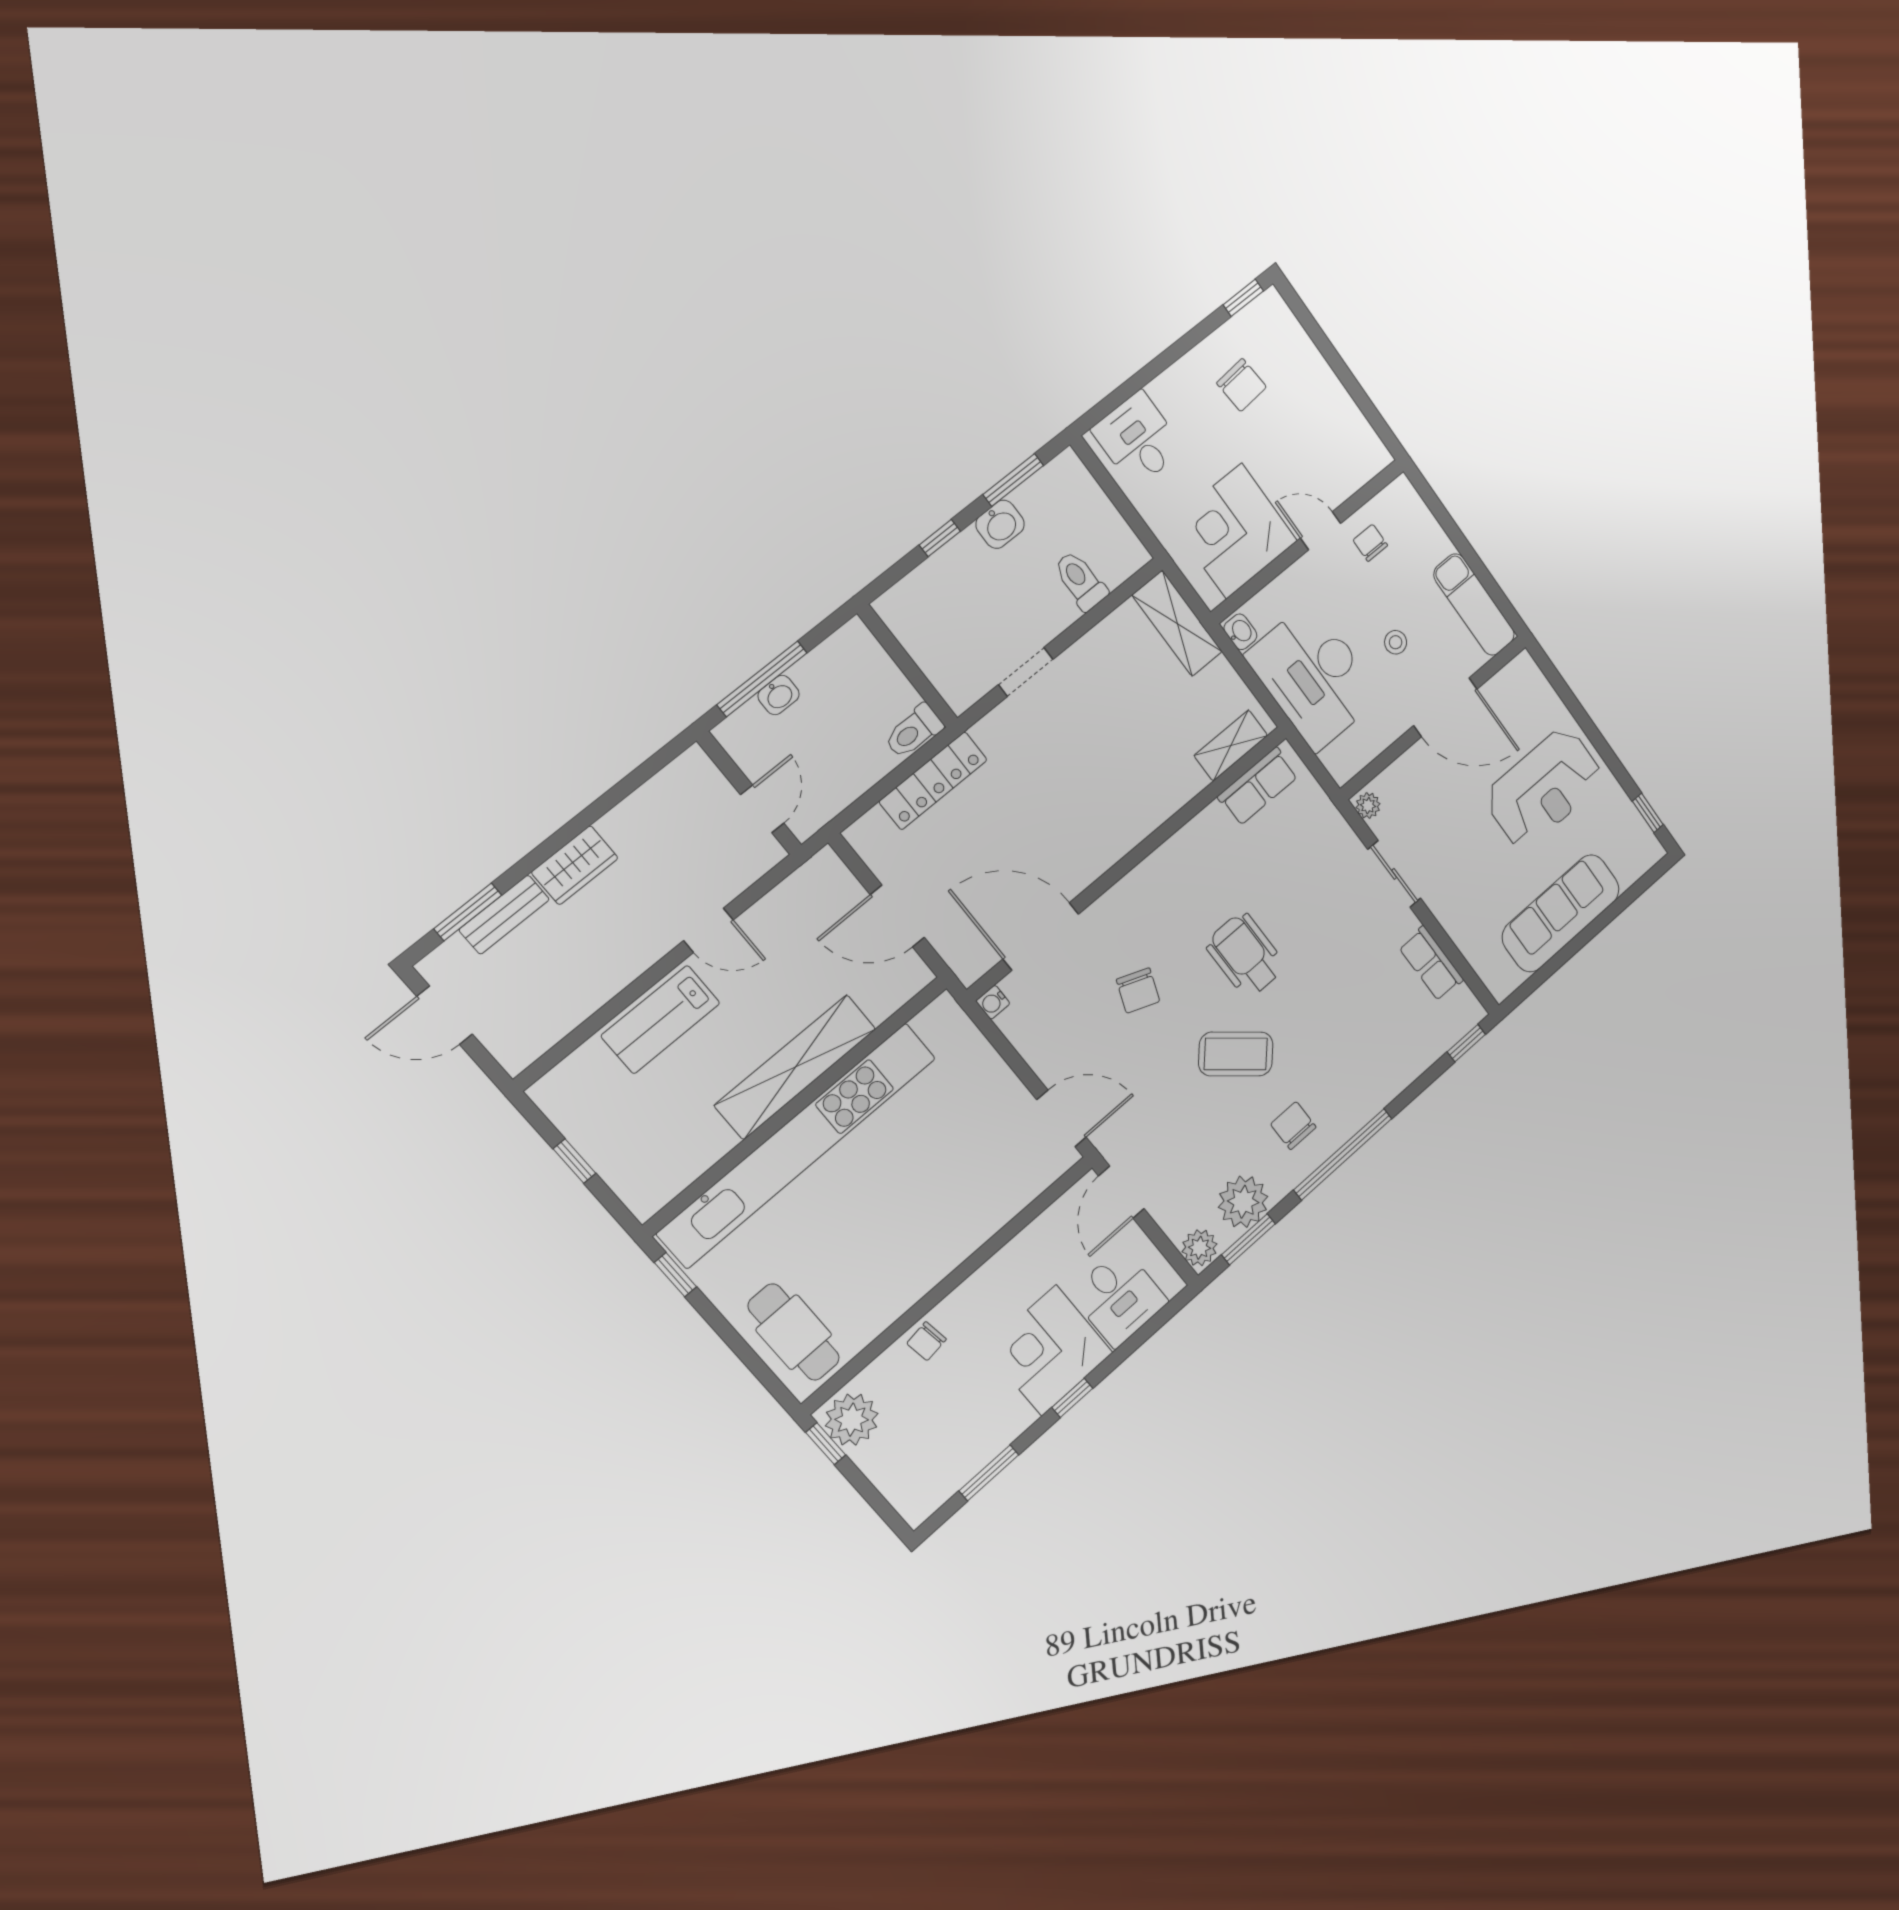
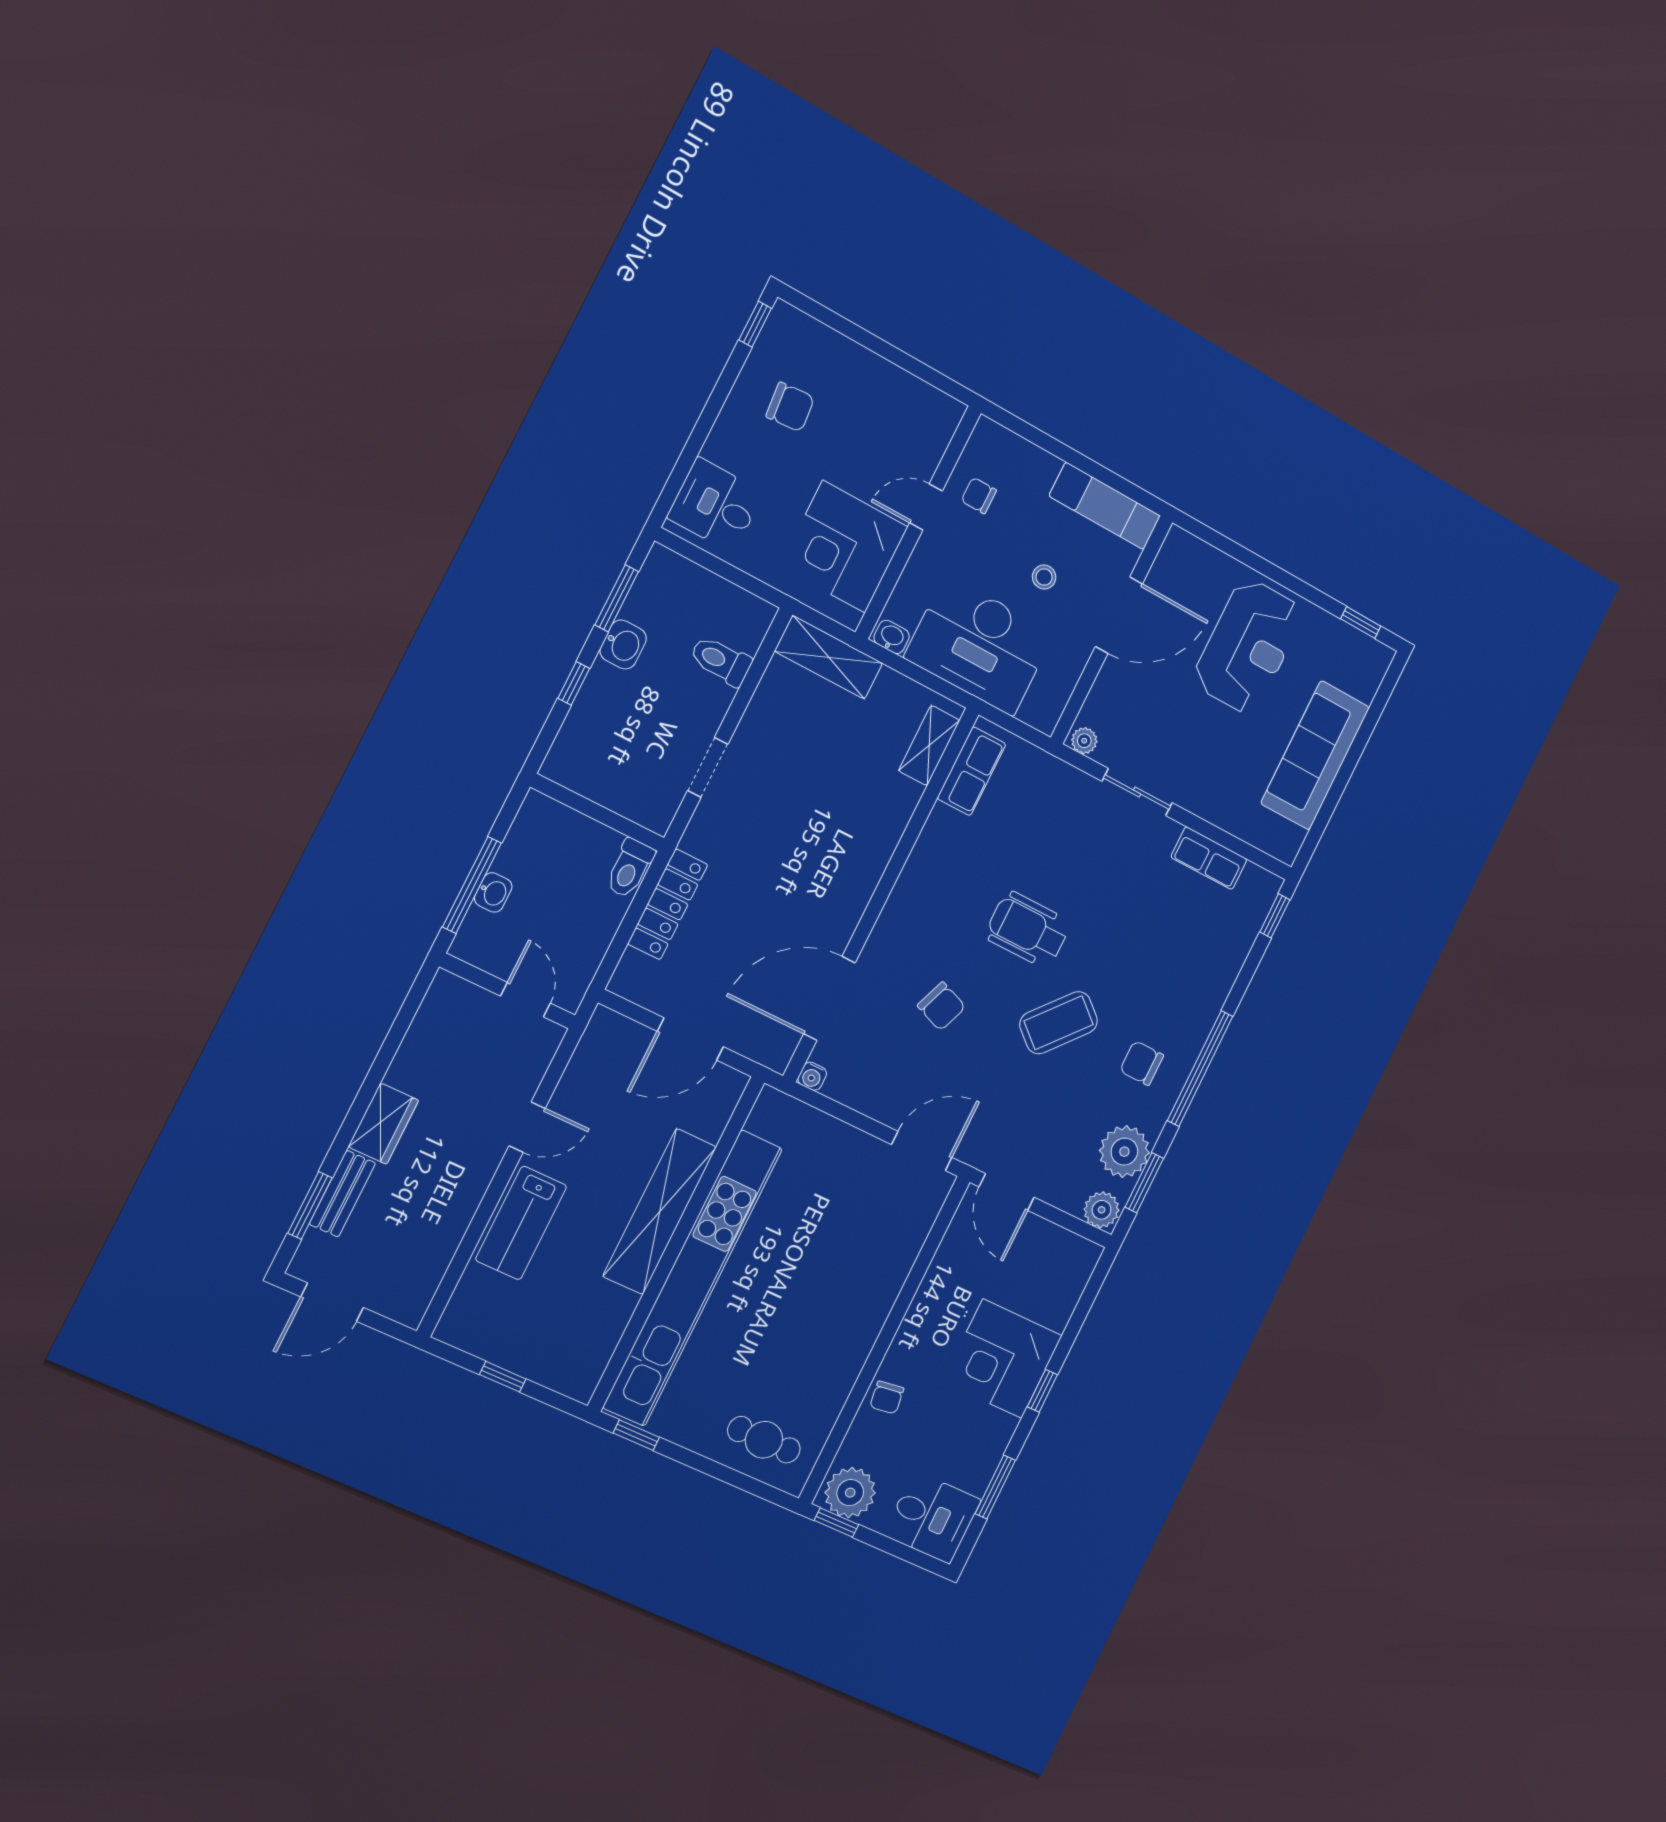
desk: (1119, 1297) -> (932, 1517), moved
cafe table: (794, 1332) -> (764, 1440), width x0.73, depth x0.74

